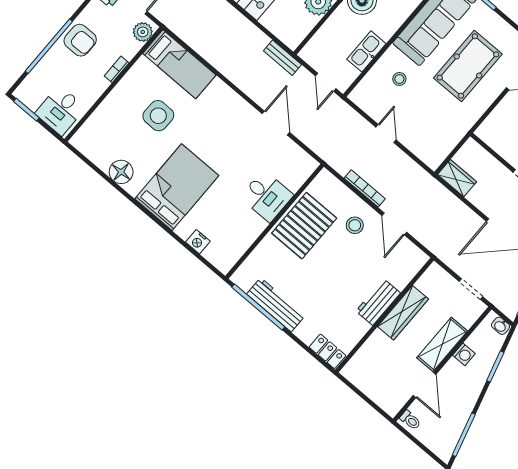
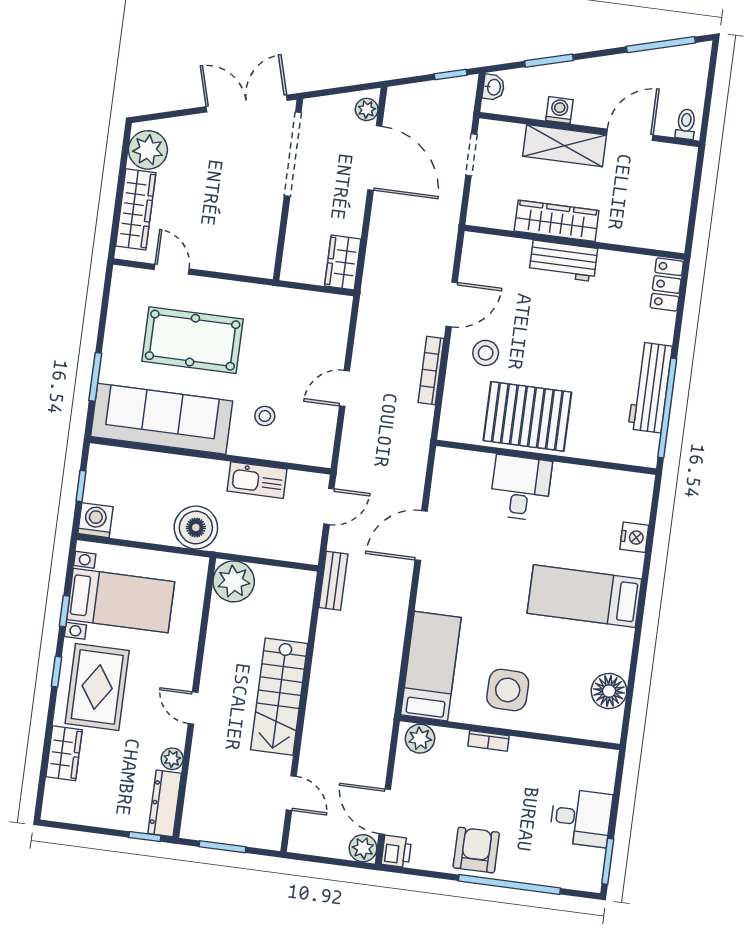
plant: (143, 32) -> (420, 739), moved
bed: (179, 64) -> (431, 666), moved
bookcase: (117, 69) -> (488, 741), moved
wall: (114, 84) -> (510, 733), moved
bed: (177, 187) -> (584, 596), width x0.67

